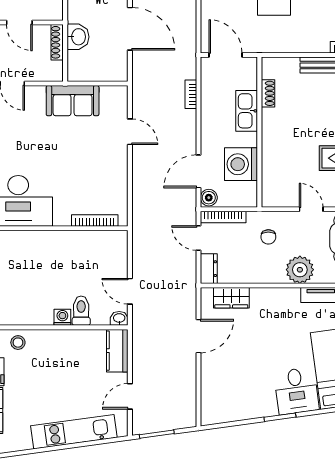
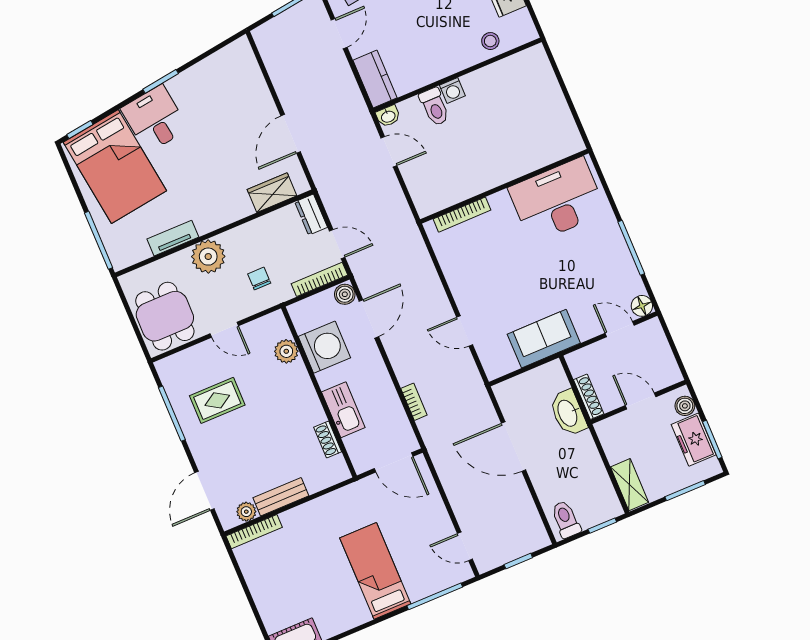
washbasin: (78, 37) -> (568, 413), width x1.38
plant: (271, 173) -> (286, 351), added

